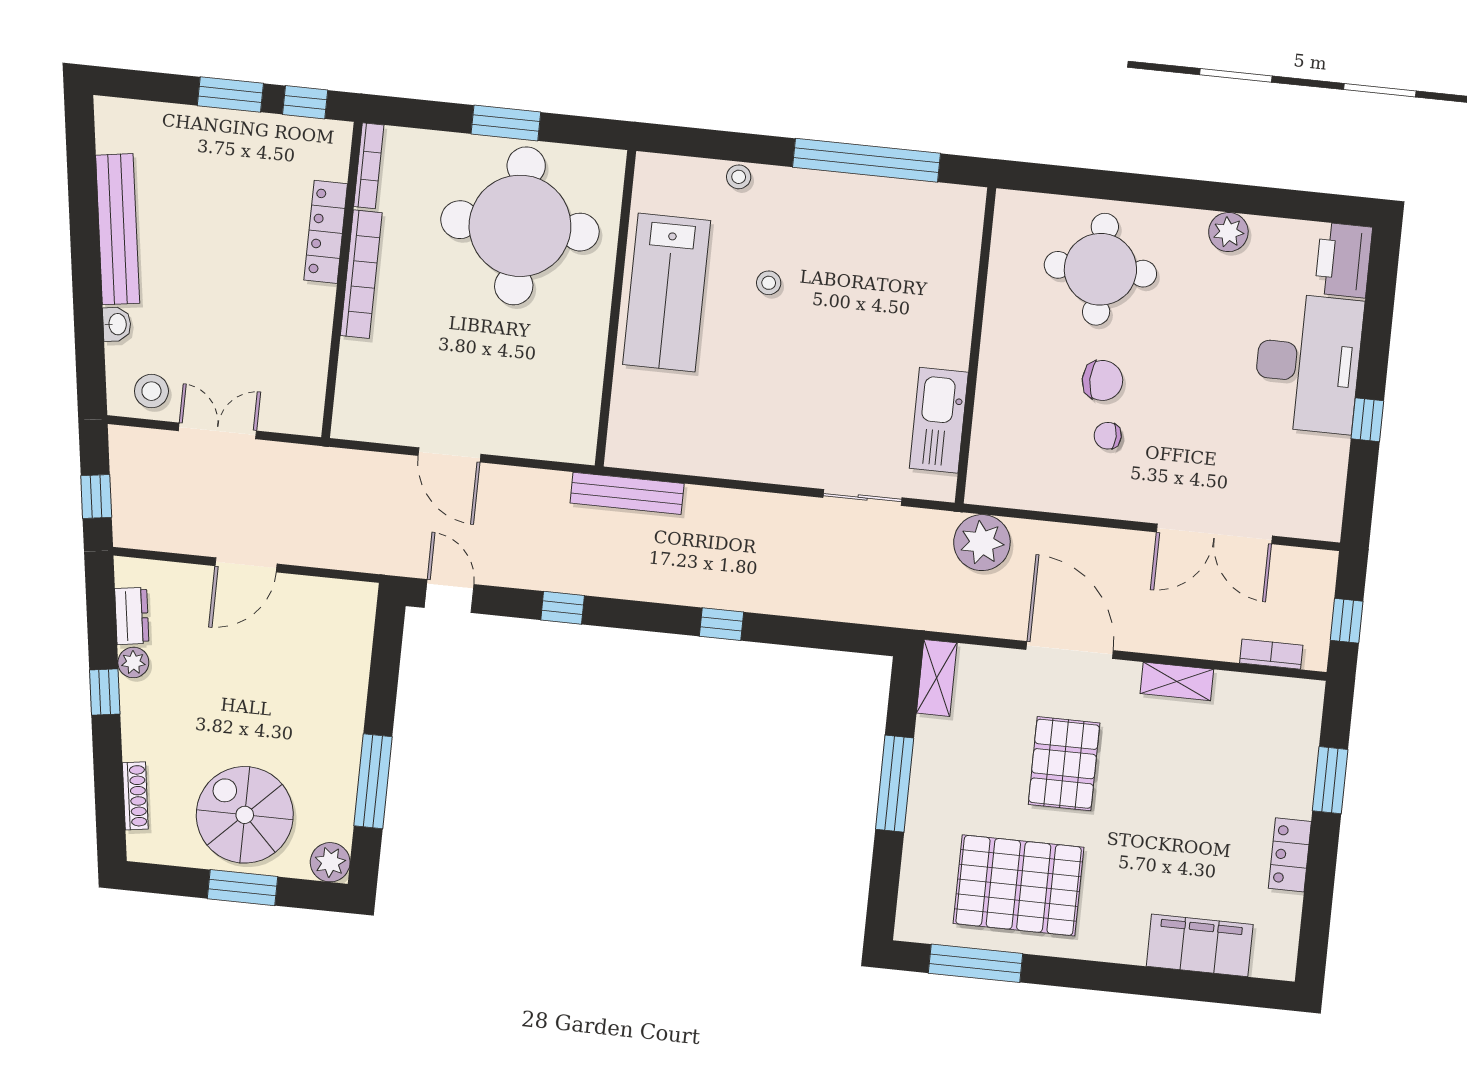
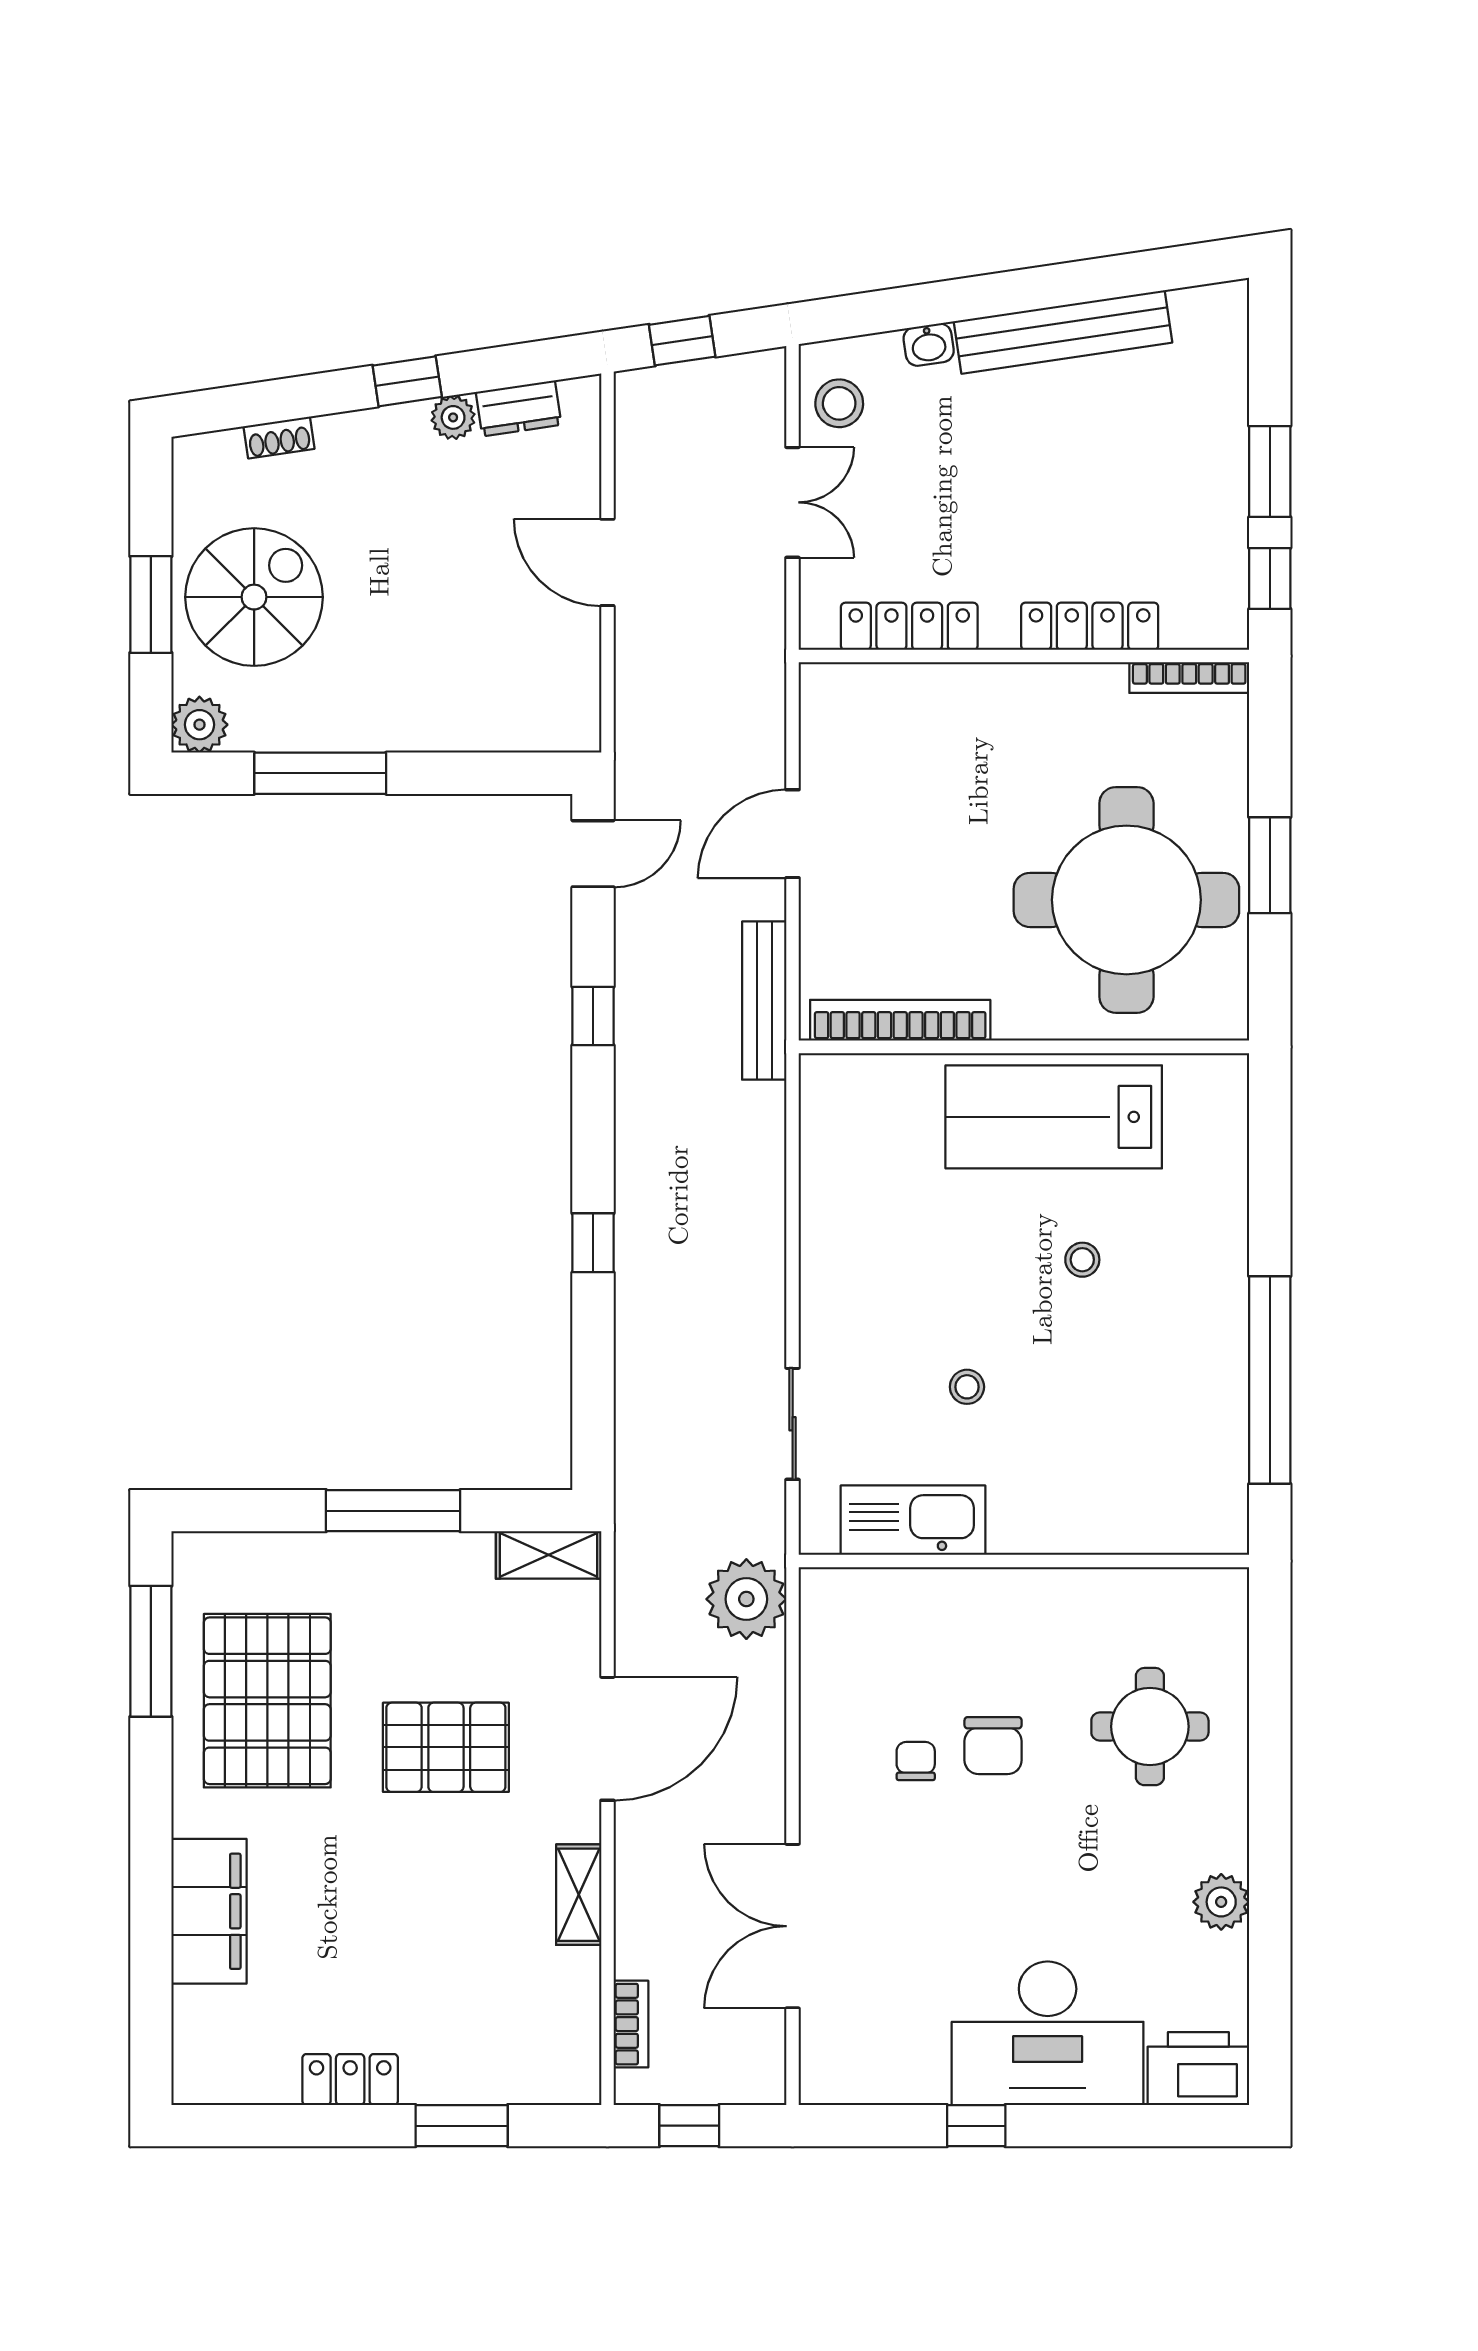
stool: (739, 177) -> (967, 1387), moved
round table: (1100, 269) -> (1150, 1727), width x0.73, depth x0.73
bookcase: (361, 274) -> (900, 1020), moved, turned 180
locker: (313, 358) -> (909, 626), added
bench: (627, 493) -> (764, 1001), moved
shoe rack: (135, 796) -> (279, 438), width x0.70
filing cabinet: (1200, 945) -> (209, 1911), moved

